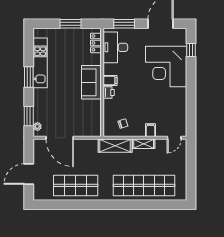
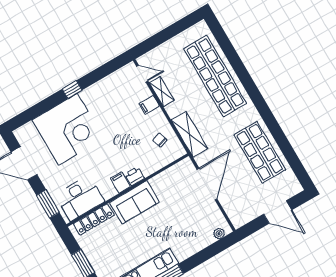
locker: (96, 43) -> (94, 219), width x1.53
window: (191, 50) -> (72, 90), moved
window: (29, 116) -> (213, 250), removed
door: (60, 138) -> (207, 184), moved
shelving: (144, 144) -> (162, 92), moved

